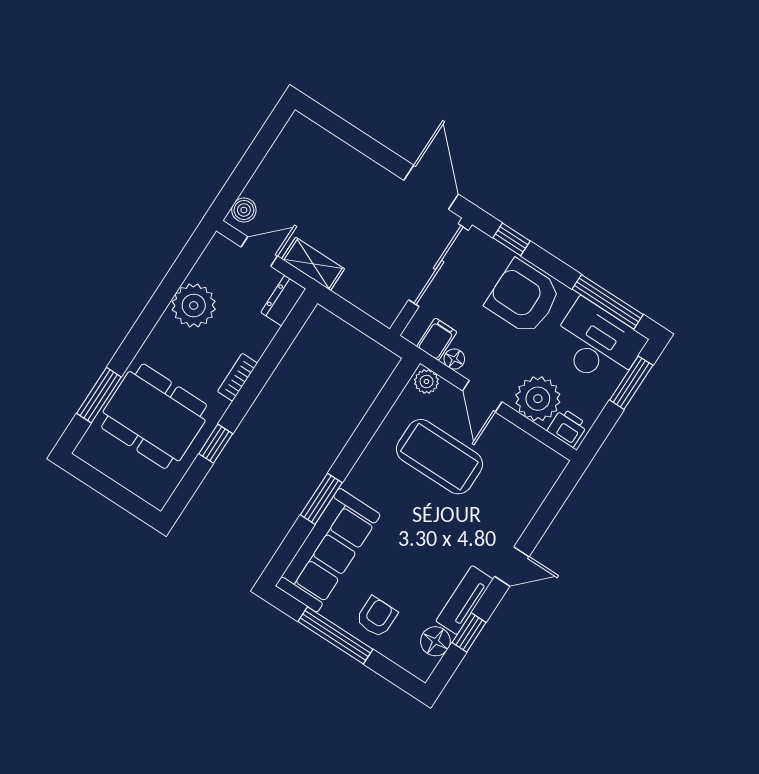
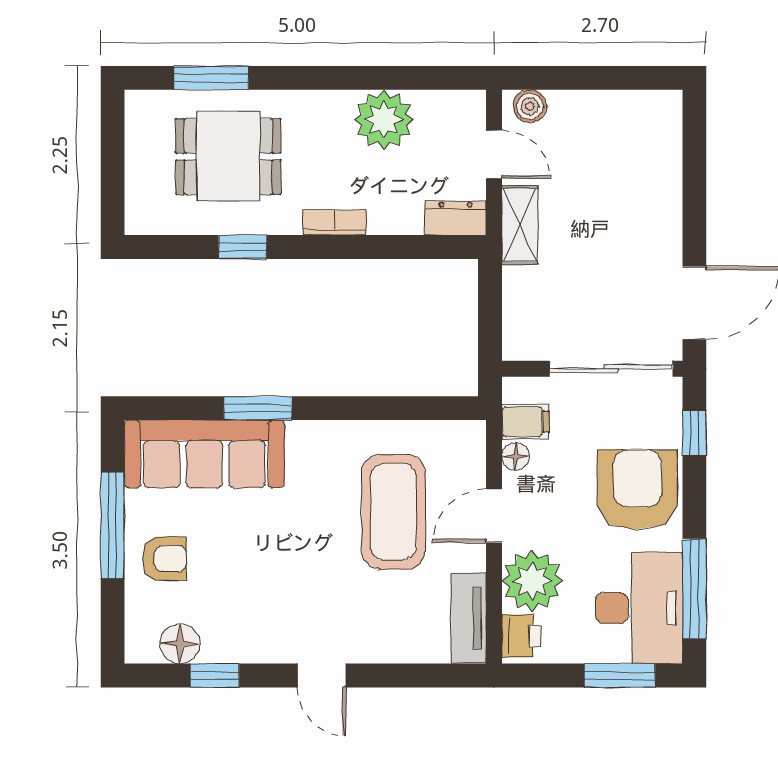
plant: (426, 382) -> (469, 441), removed
dining table: (154, 416) -> (228, 157), width x0.73
tv unit: (464, 600) -> (469, 618), moved, turned -90

